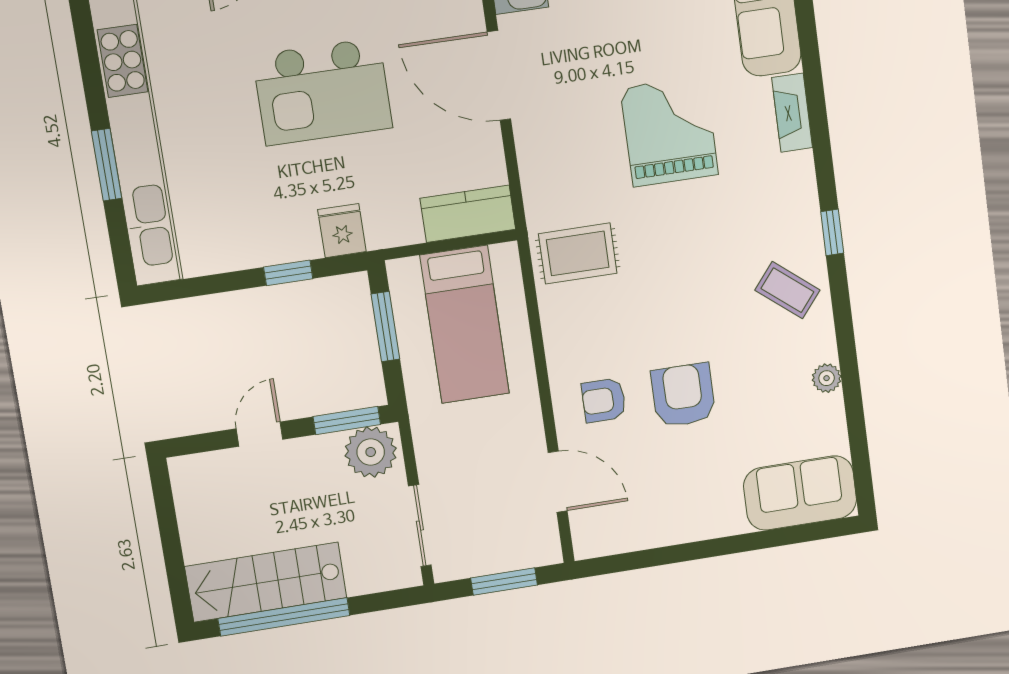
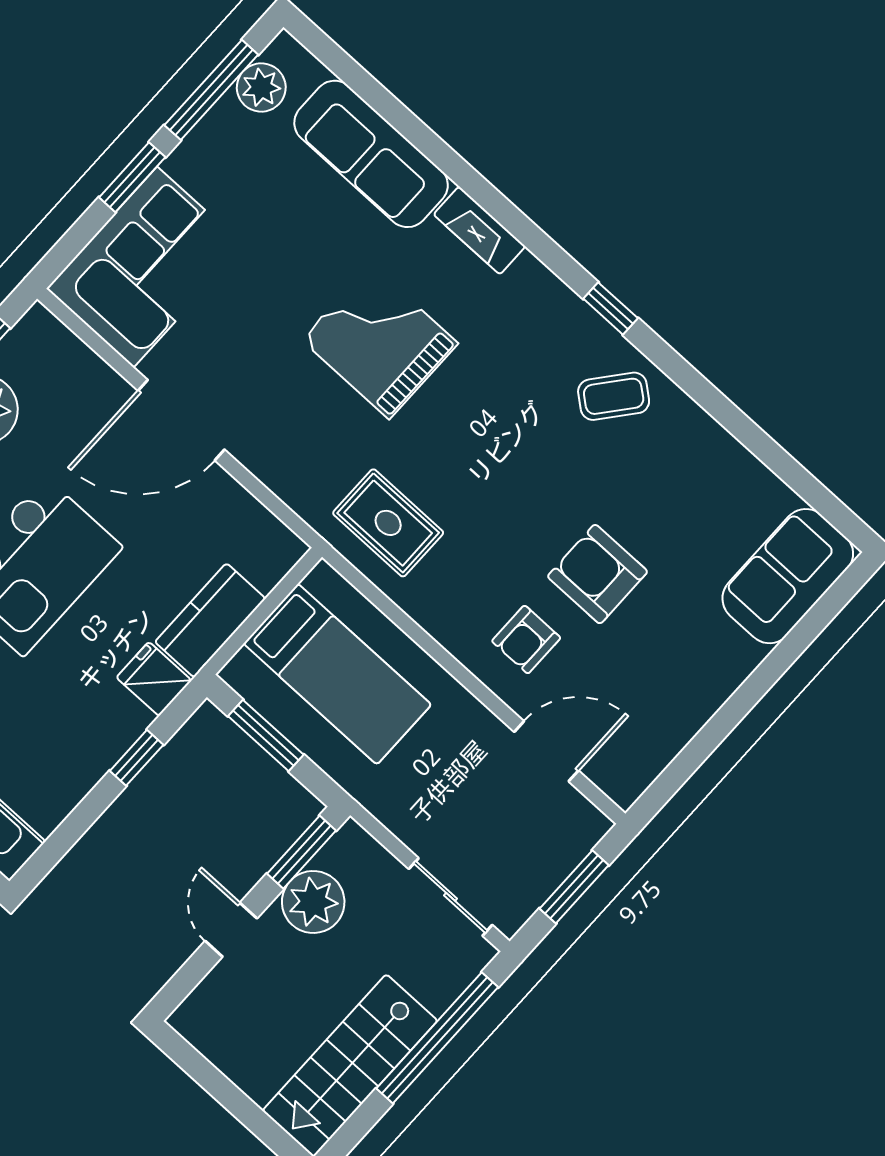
kitchen counter: (468, 214) -> (210, 620), moved
rug: (578, 253) -> (388, 523), turned 90
plant: (827, 378) -> (721, 448), removed
plant: (371, 452) -> (313, 902), moved
window: (284, 617) -> (437, 1038), moved

